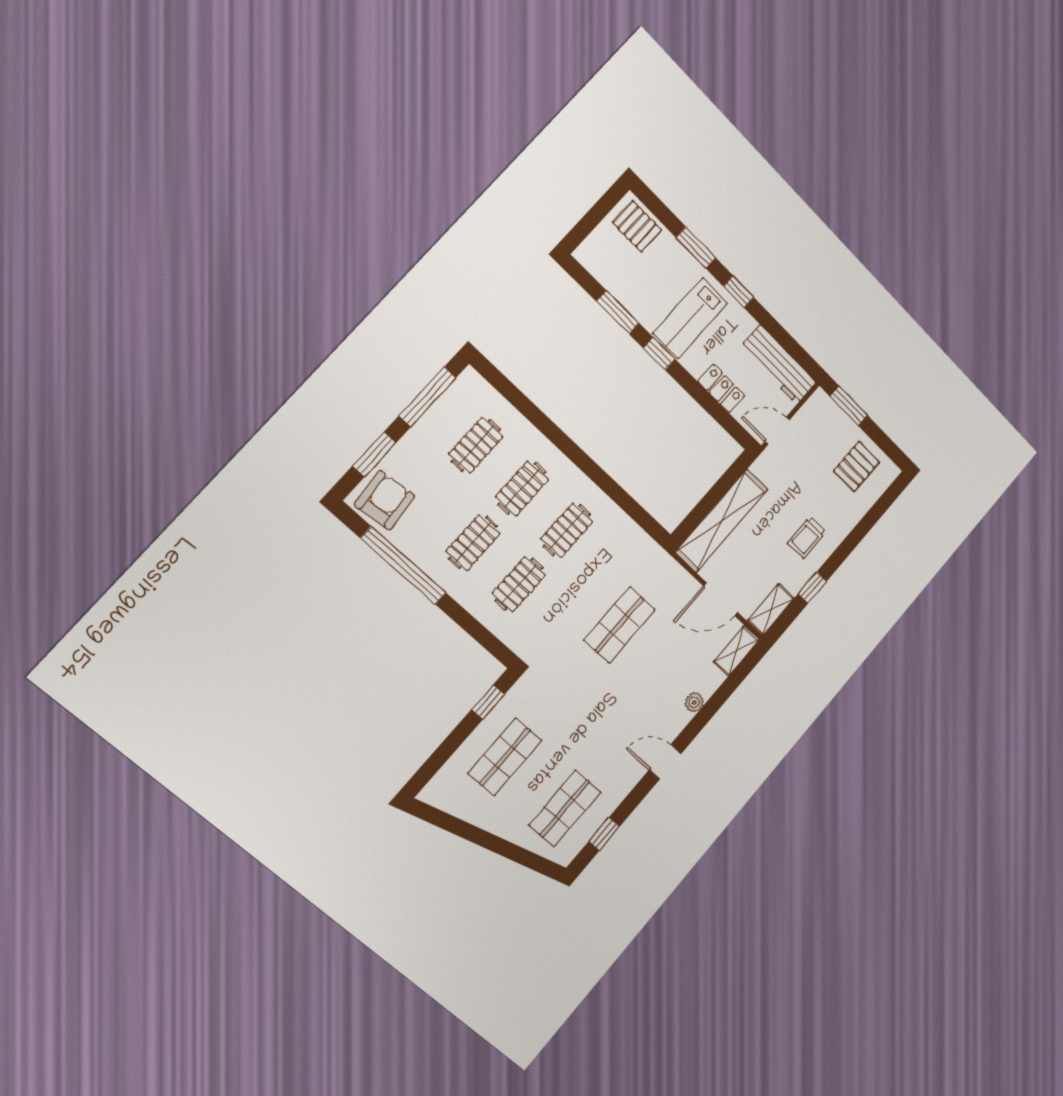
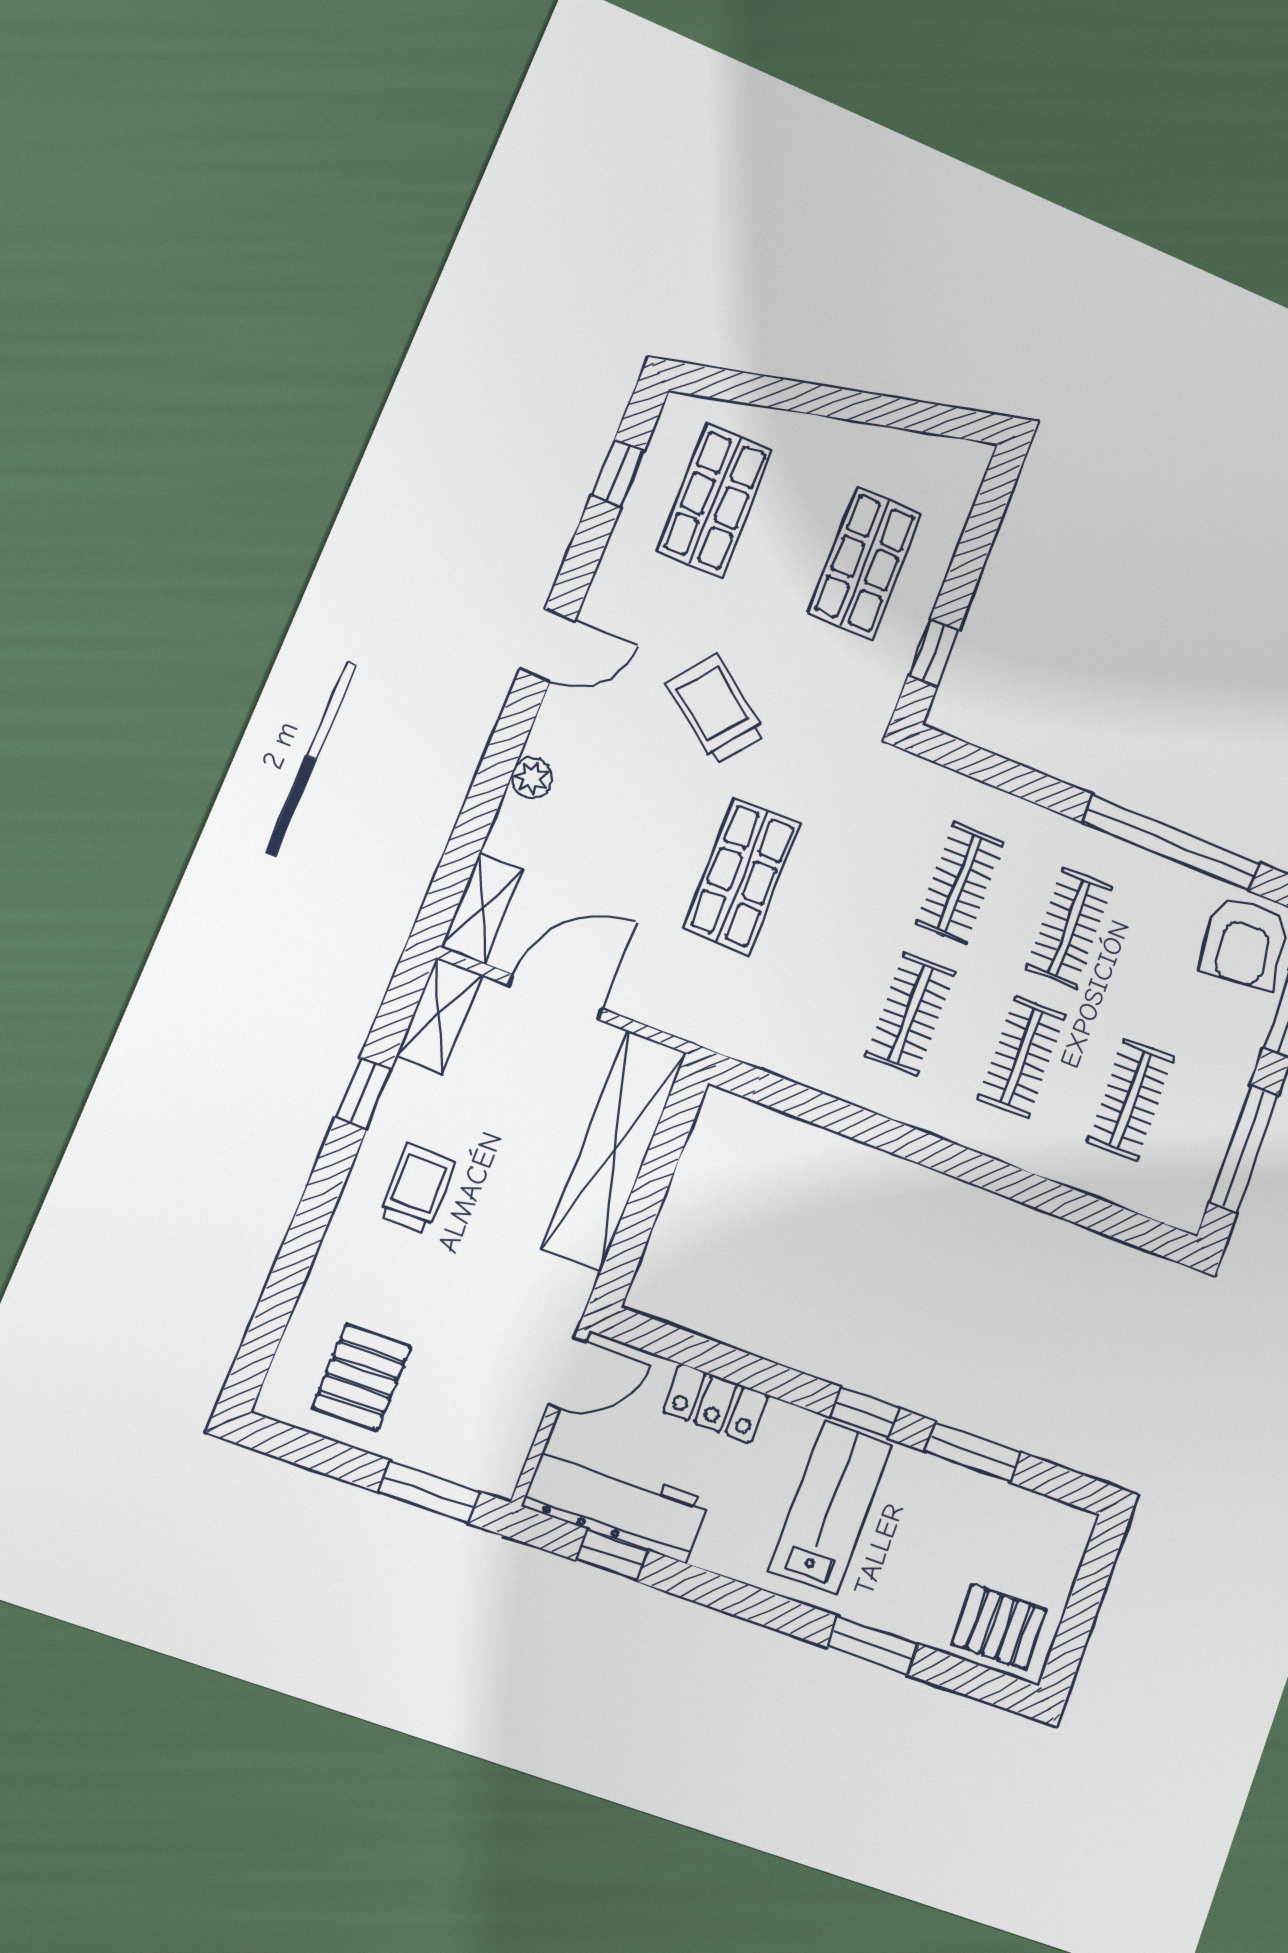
window: (738, 292) -> (612, 1555), moved
trolley: (602, 708) -> (716, 709), added

